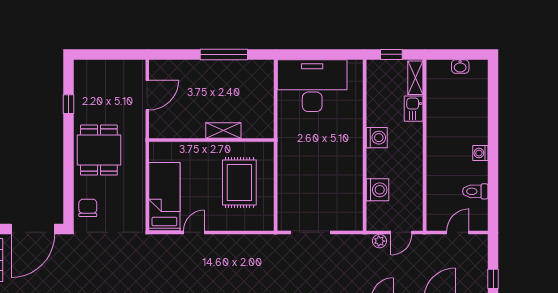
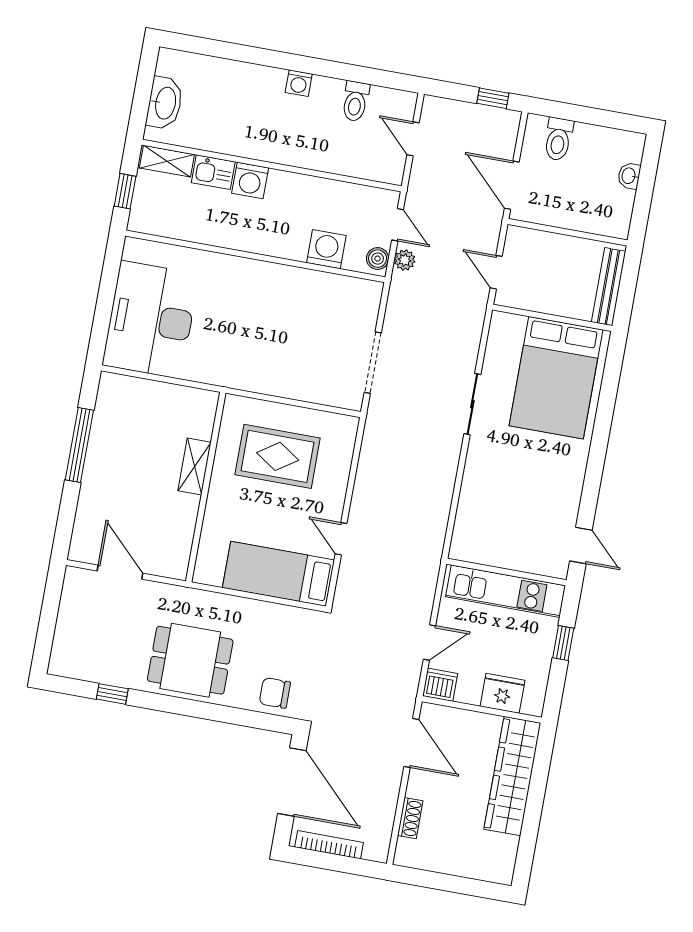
washbasin: (460, 67) -> (165, 103), width x1.91, depth x1.45
washing machine: (377, 138) -> (250, 180), moved, turned 180
boiler: (377, 224) -> (378, 259), added

